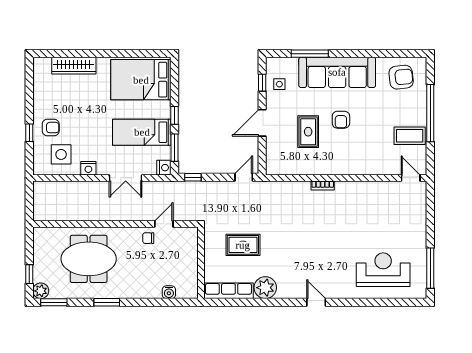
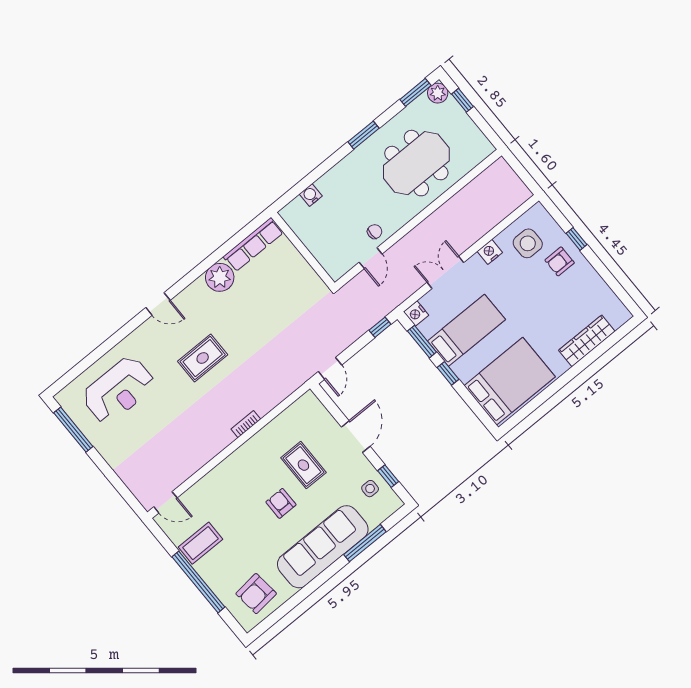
rug: (243, 245) -> (203, 358), moved

